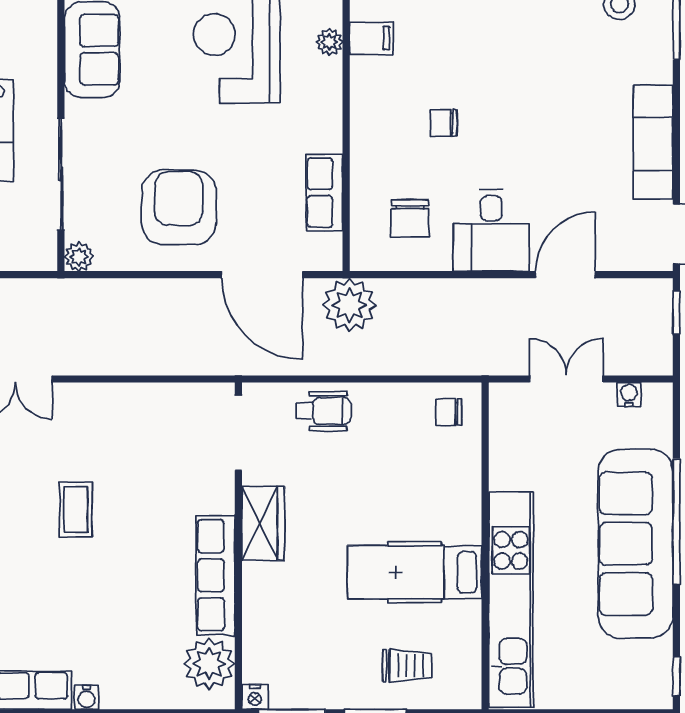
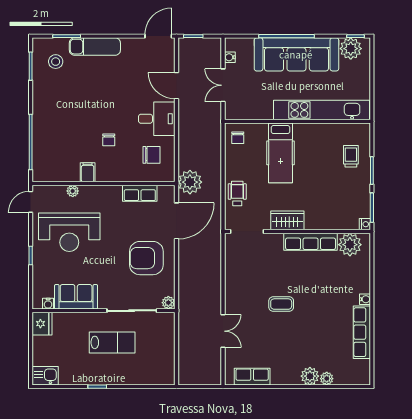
filing cabinet: (371, 38) -> (88, 172), moved
exam couch: (653, 142) -> (95, 47), moved
hospital bed: (415, 572) -> (281, 153), moved
plant: (649, 665) -> (351, 49), added

